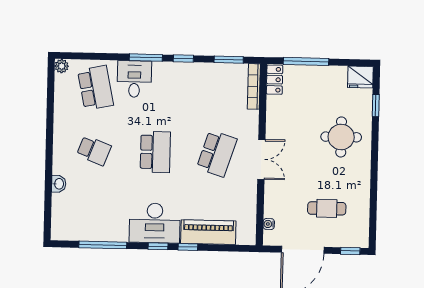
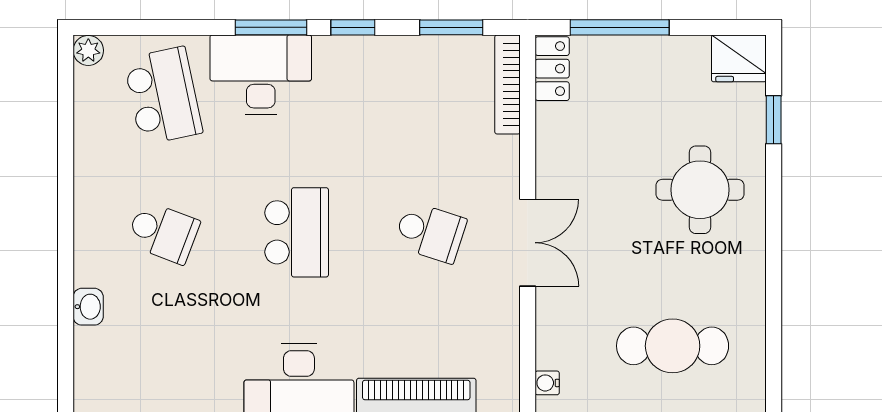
desk: (134, 79) -> (261, 75), width x1.37
school desk: (217, 153) -> (430, 232), width x0.54
cafe table: (327, 208) -> (673, 346), width x1.37, depth x1.35

